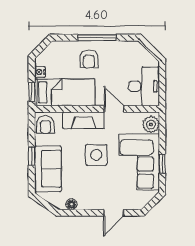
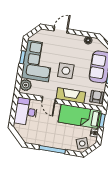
side table: (55, 54) -> (82, 143), added
armchair: (89, 59) -> (60, 136), removed

